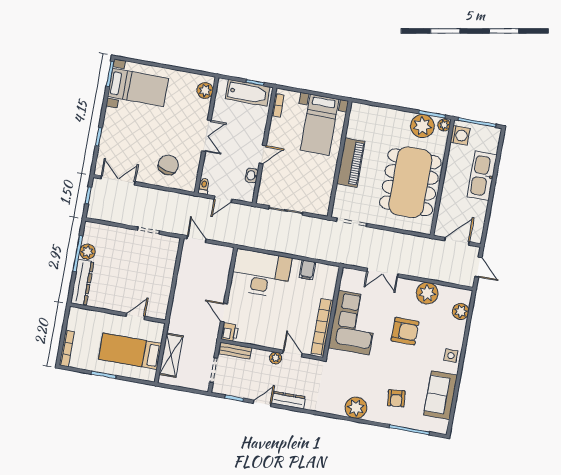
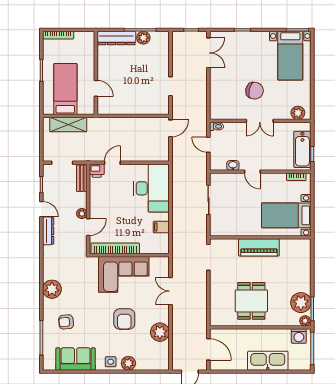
chair: (168, 165) -> (255, 91), moved
dining table: (410, 182) -> (251, 301), width x0.53, depth x0.80
plant: (461, 311) -> (128, 363), moved

